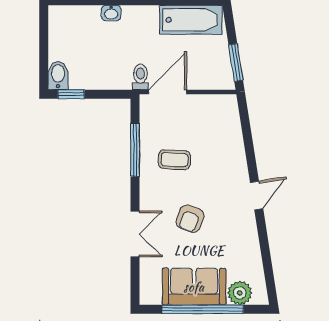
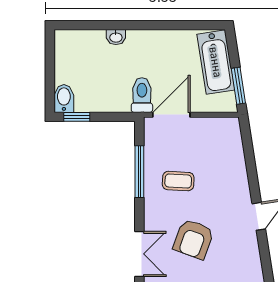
bathtub: (191, 20) -> (216, 62), moved, turned 81
toilet: (140, 77) -> (142, 95), width x1.37, depth x1.39
armchair: (190, 219) -> (193, 239), width x1.38, depth x1.38

